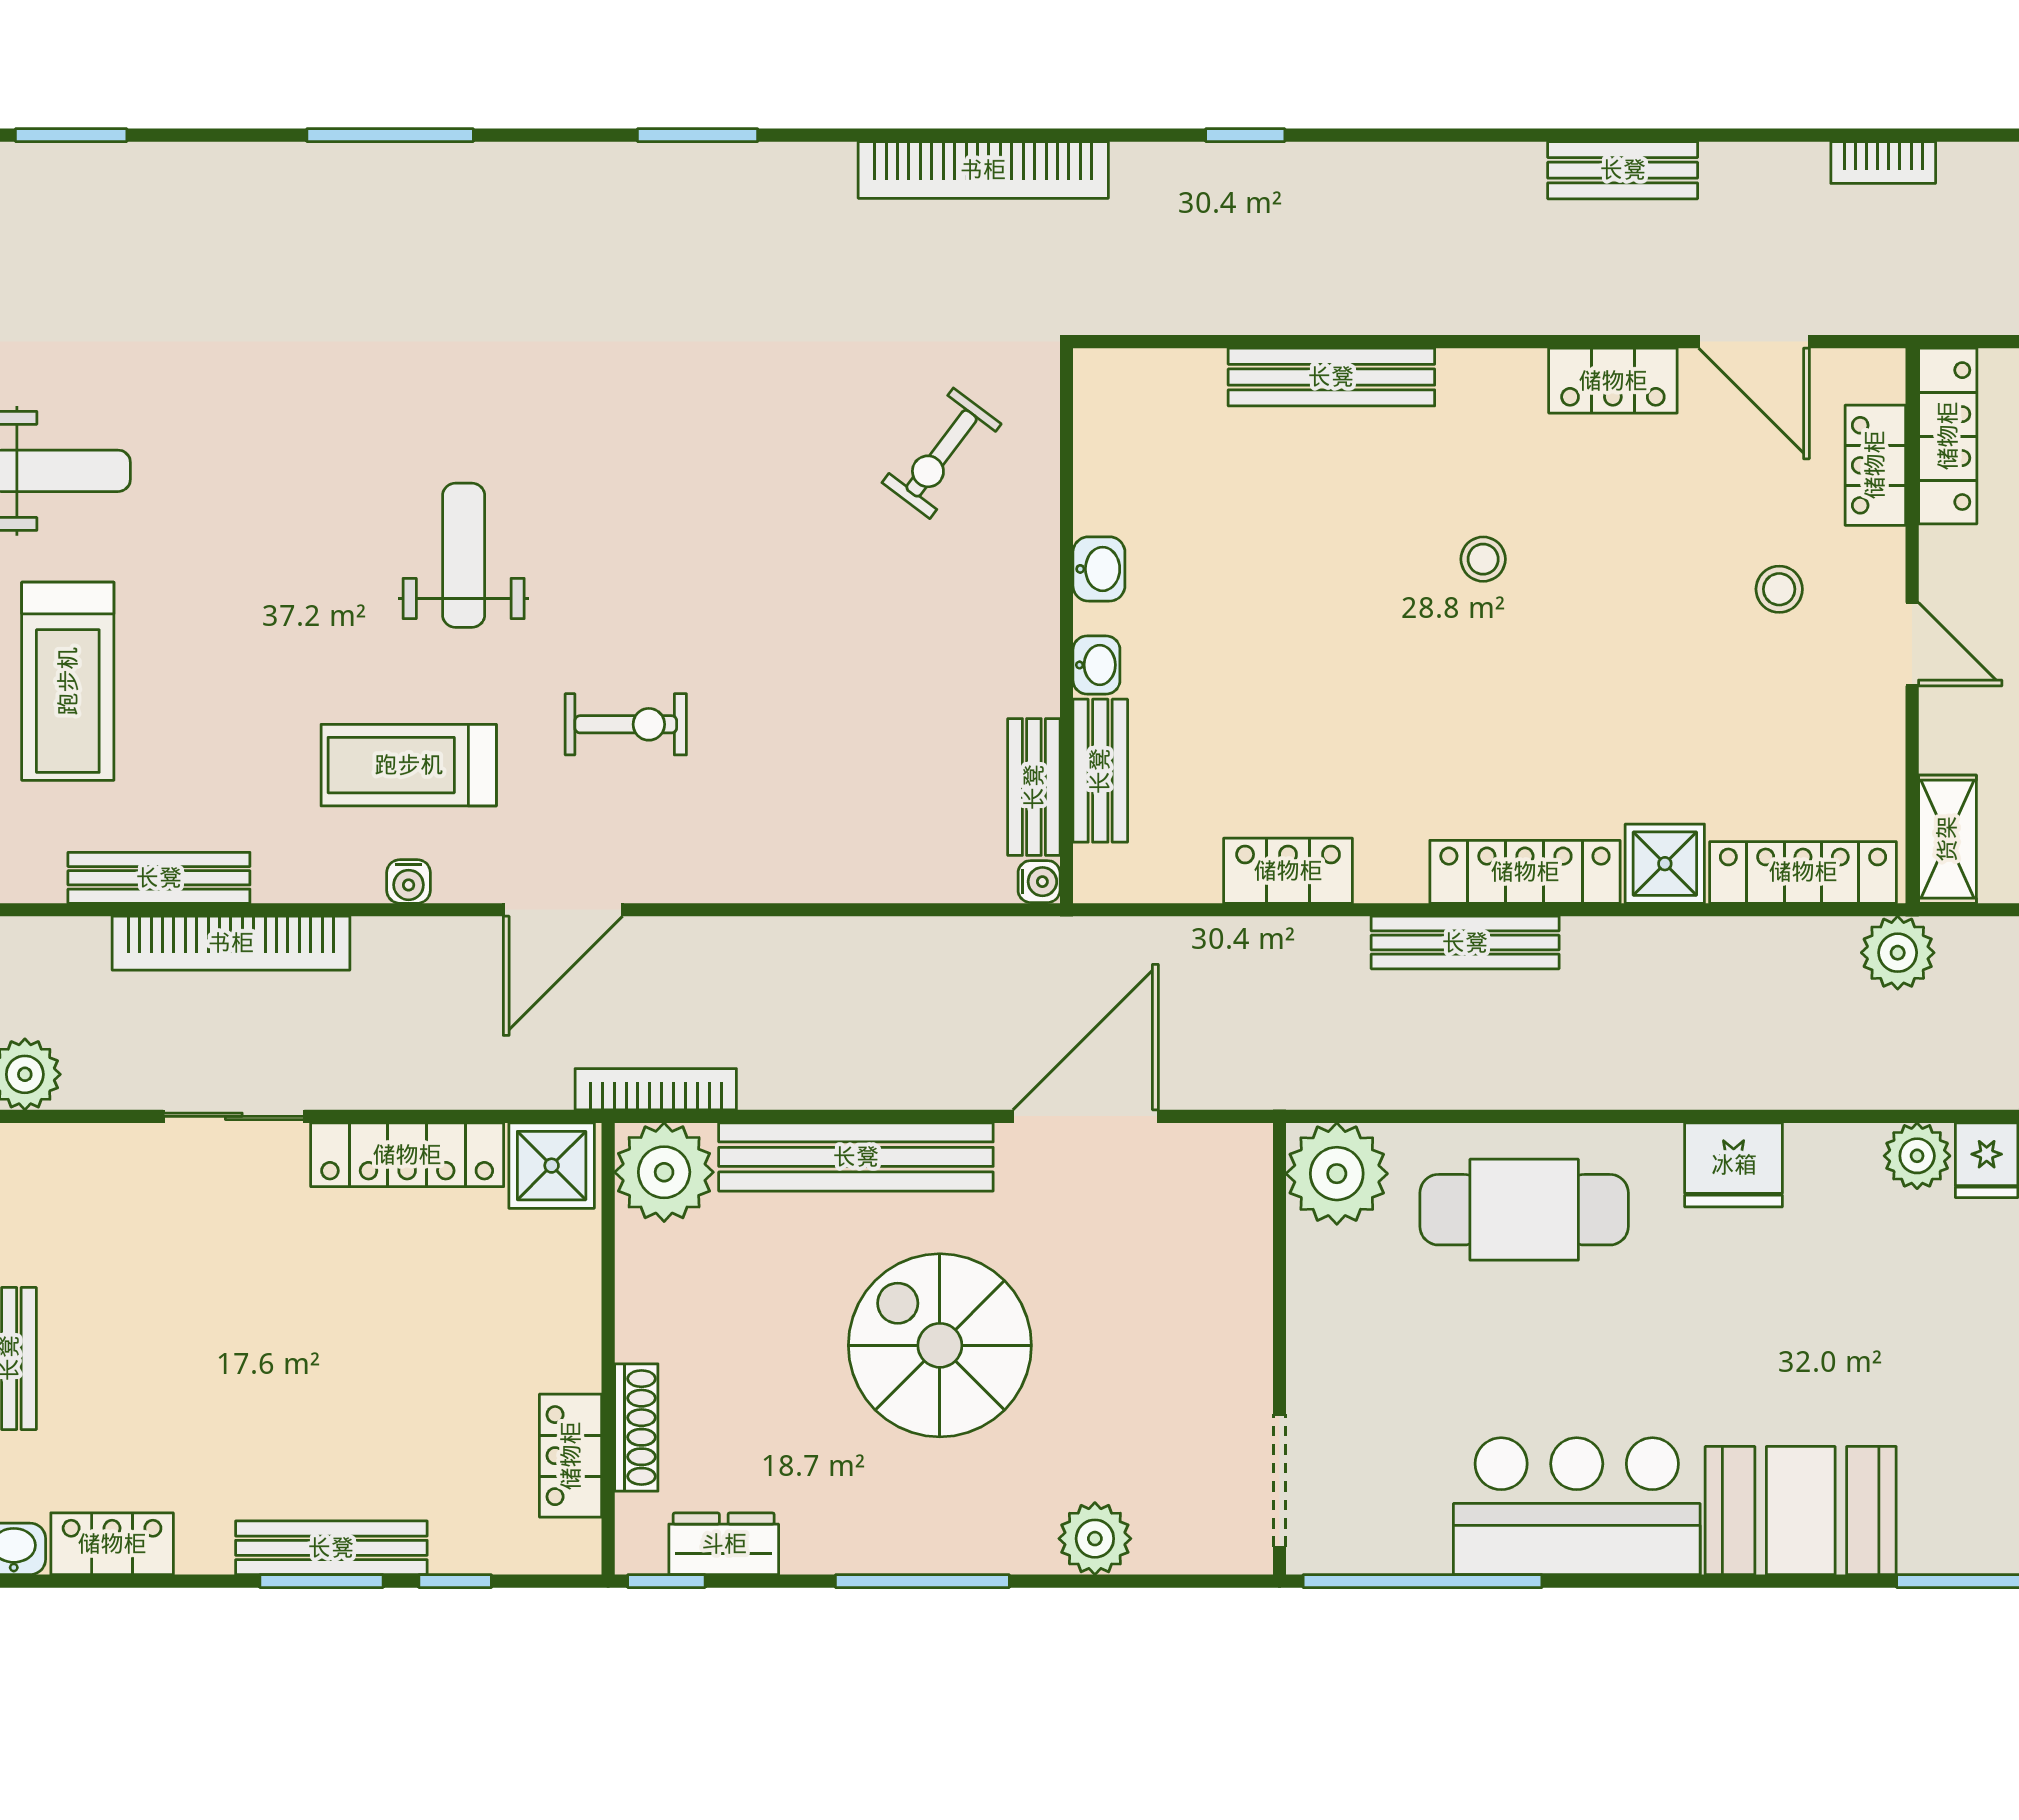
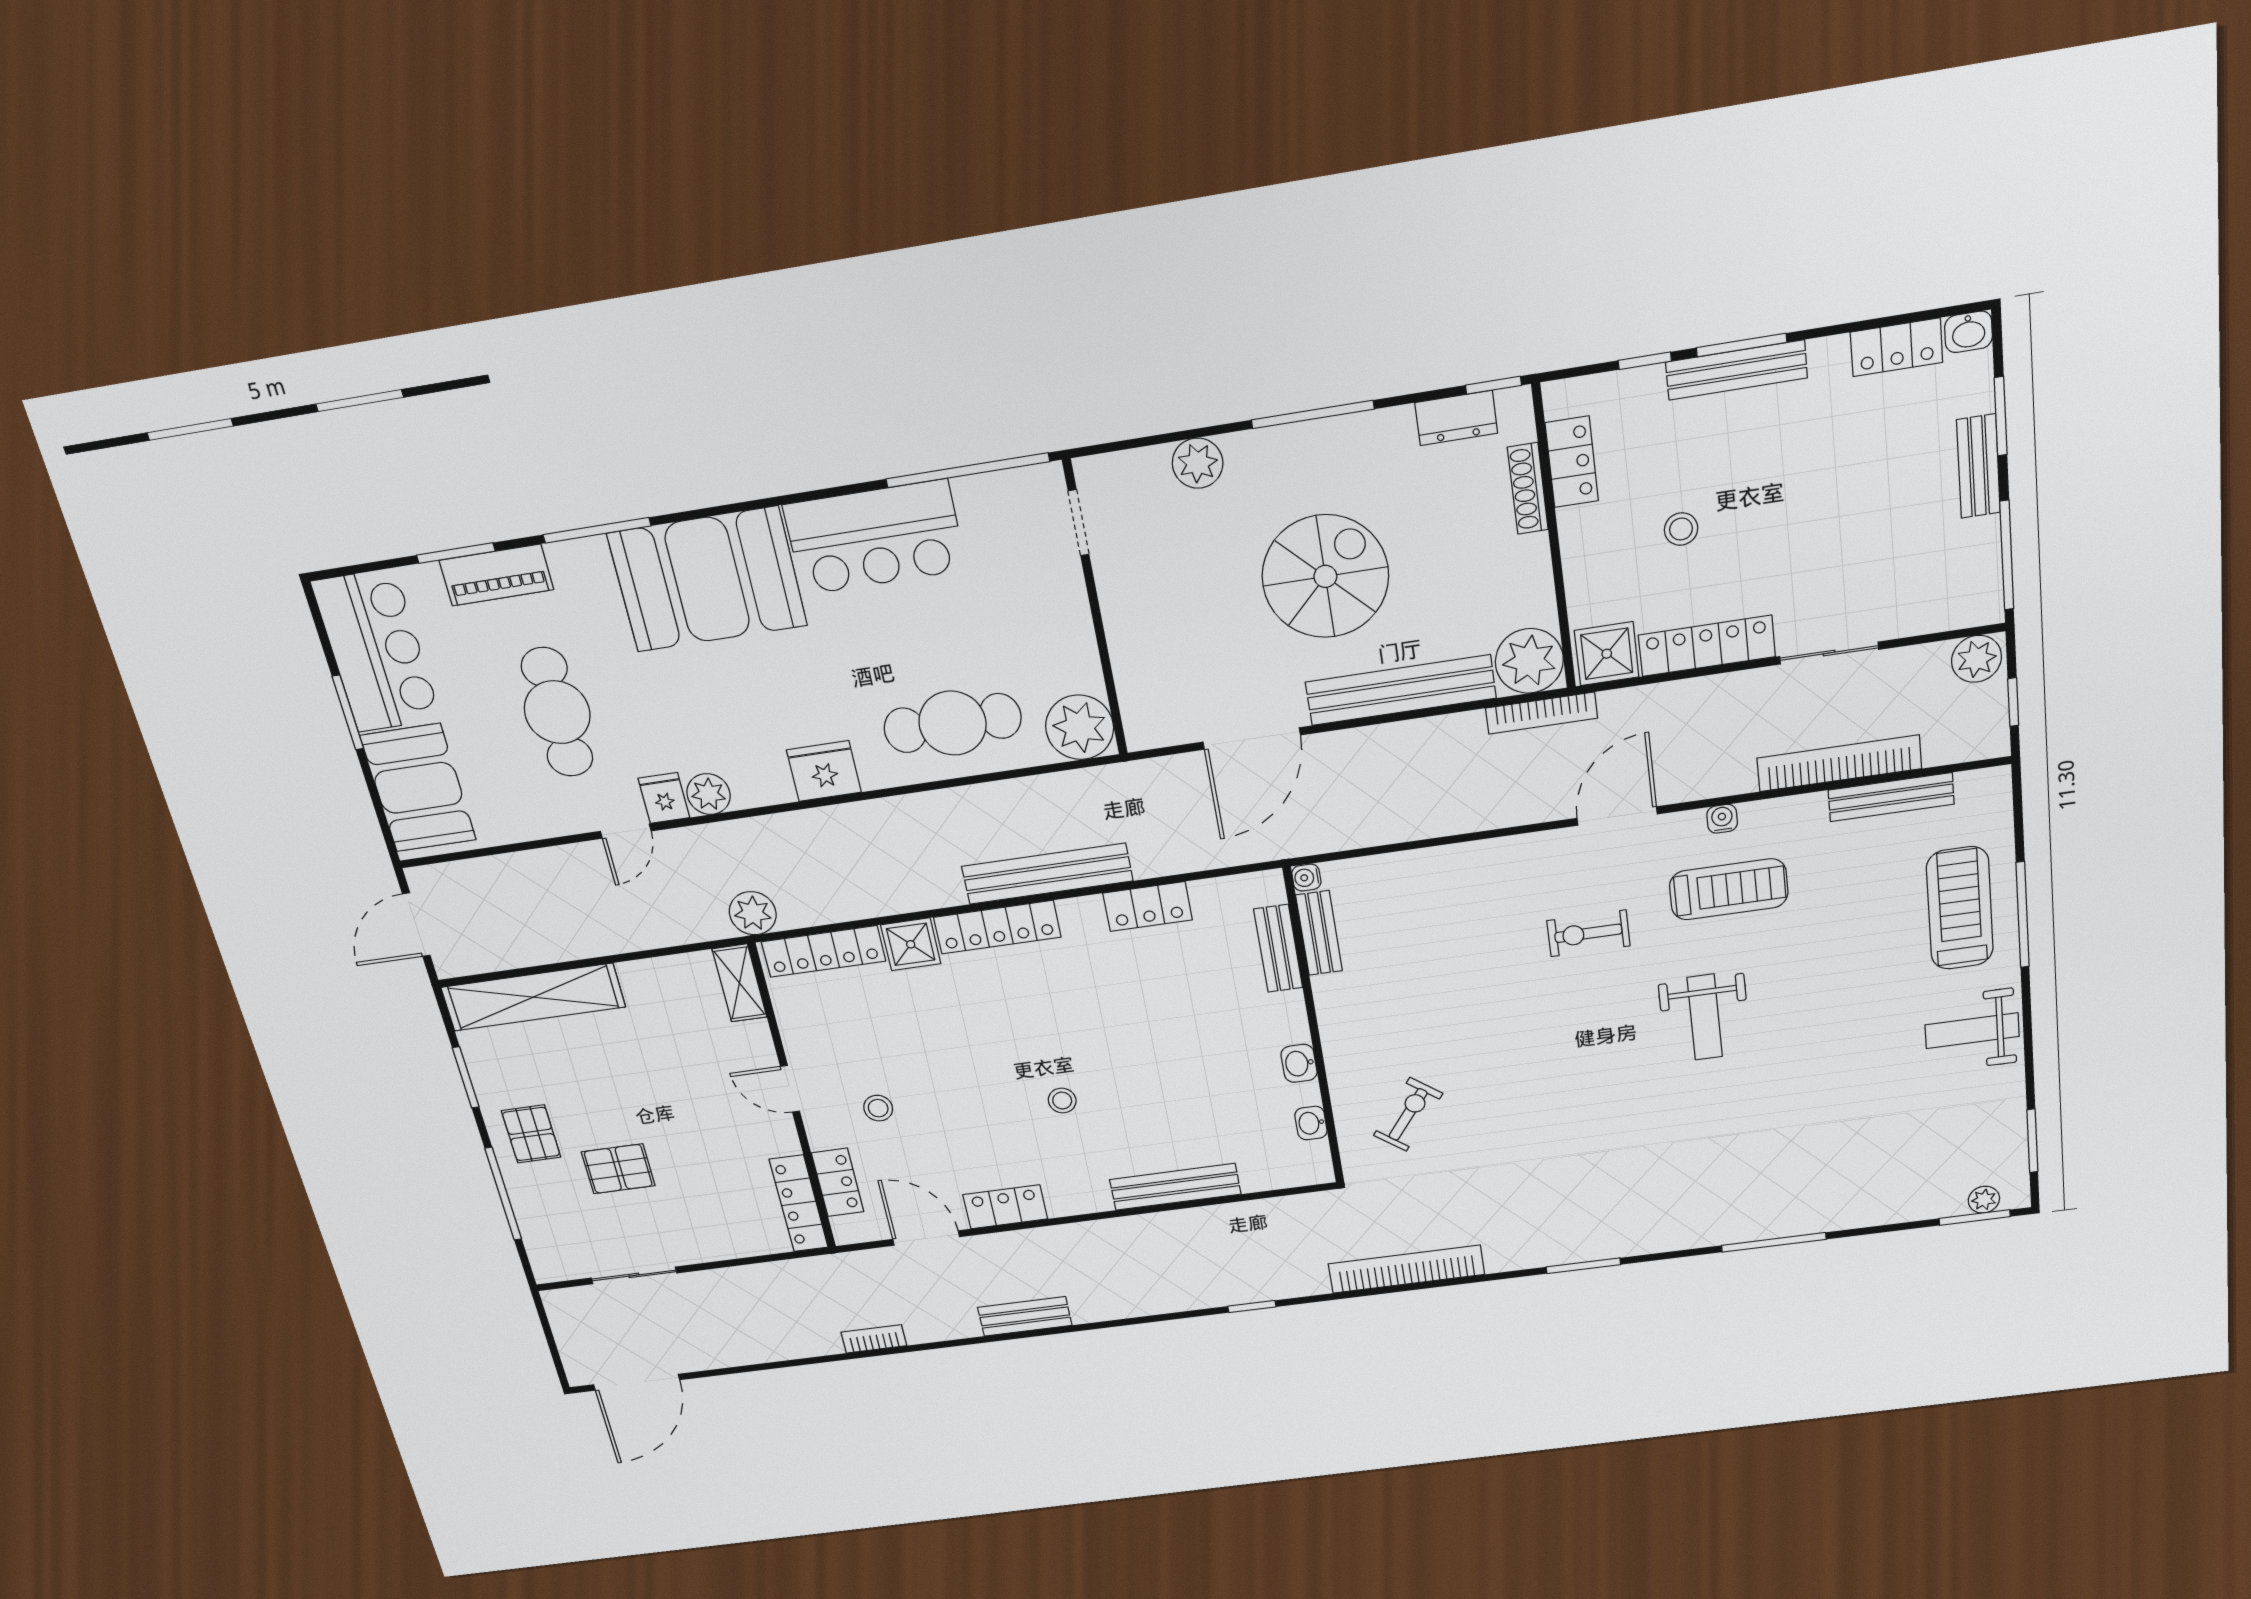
plant: (55, 166) -> (1984, 1200), added
washbasin: (1096, 665) -> (1311, 1123), moved
bench: (1465, 943) -> (1047, 874), width x1.37, depth x1.21
stool: (428, 1334) -> (1681, 529), added
spiral stairs: (940, 1345) -> (1325, 576), turned -90
doorway: (1280, 1481) -> (1079, 523), width x0.73
booth: (1801, 1511) -> (707, 580), width x1.36, depth x1.42

